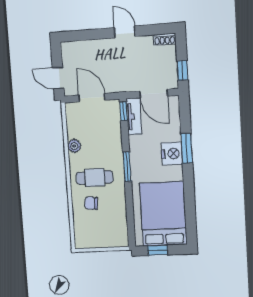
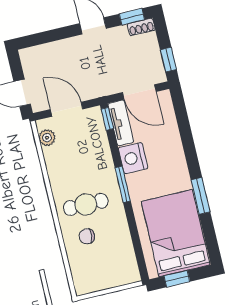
window: (158, 29) -> (132, 17), added
plant: (74, 146) -> (47, 138), moved
window: (187, 148) -> (201, 196), moved
nightstand: (172, 154) -> (133, 158), moved, turned 180

